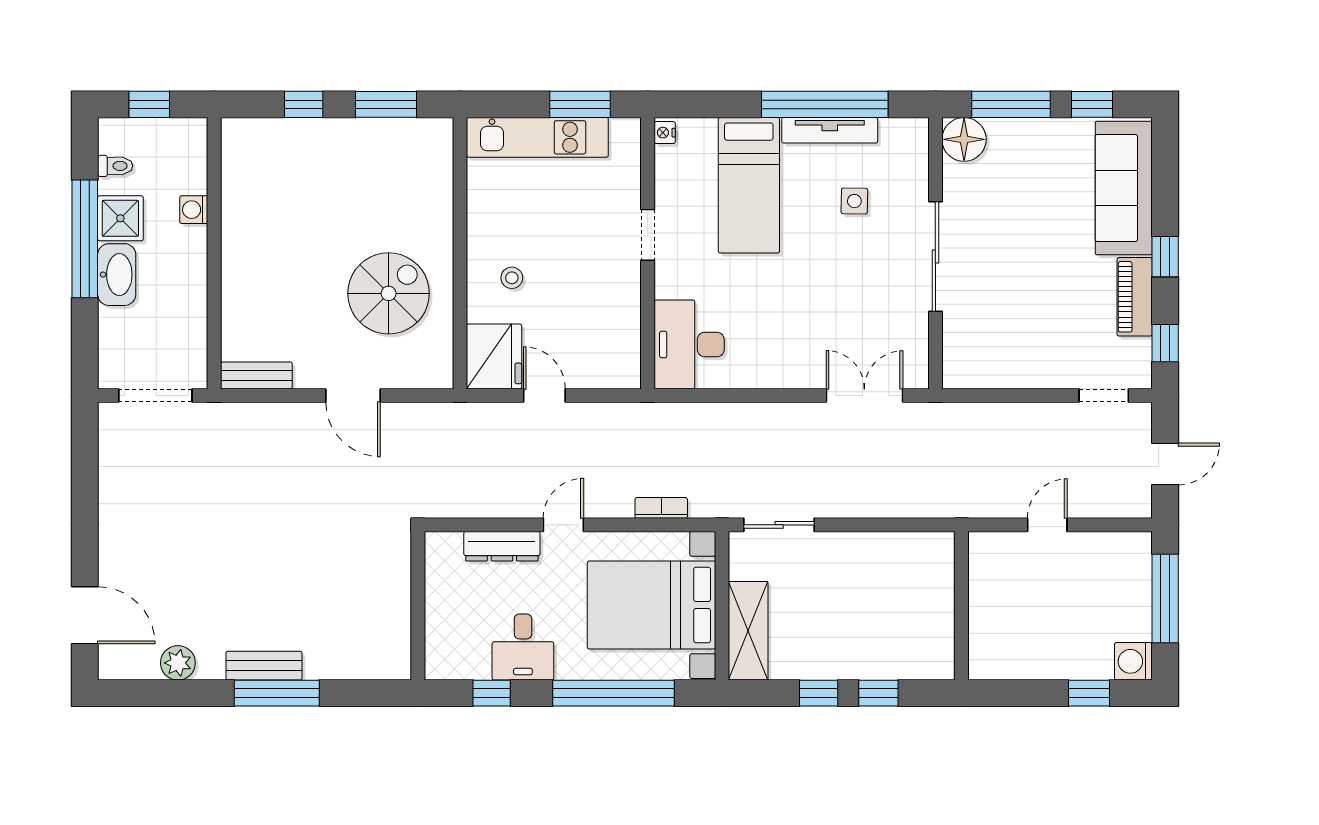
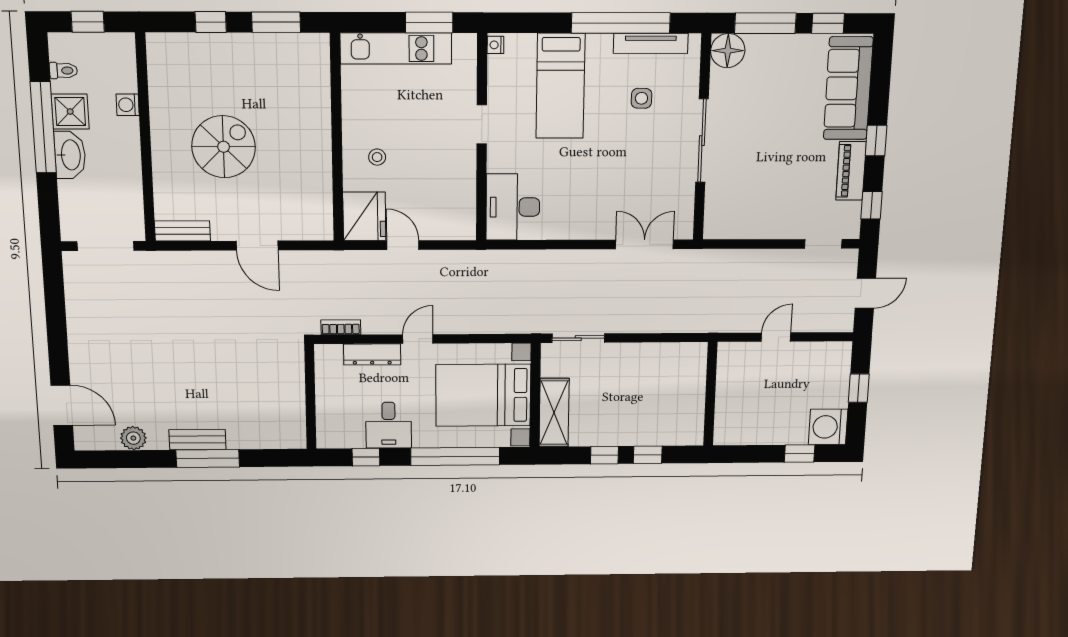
tv unit: (830, 130) -> (651, 43), moved
spiral stairs: (389, 293) -> (224, 147), moved
bookcase: (661, 508) -> (341, 327), moved
window: (1165, 598) -> (859, 388), width x0.46
washing machine: (1133, 661) -> (828, 427), width x1.37, depth x1.37

